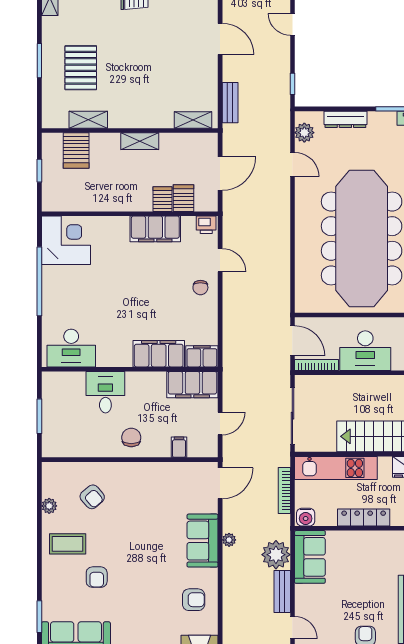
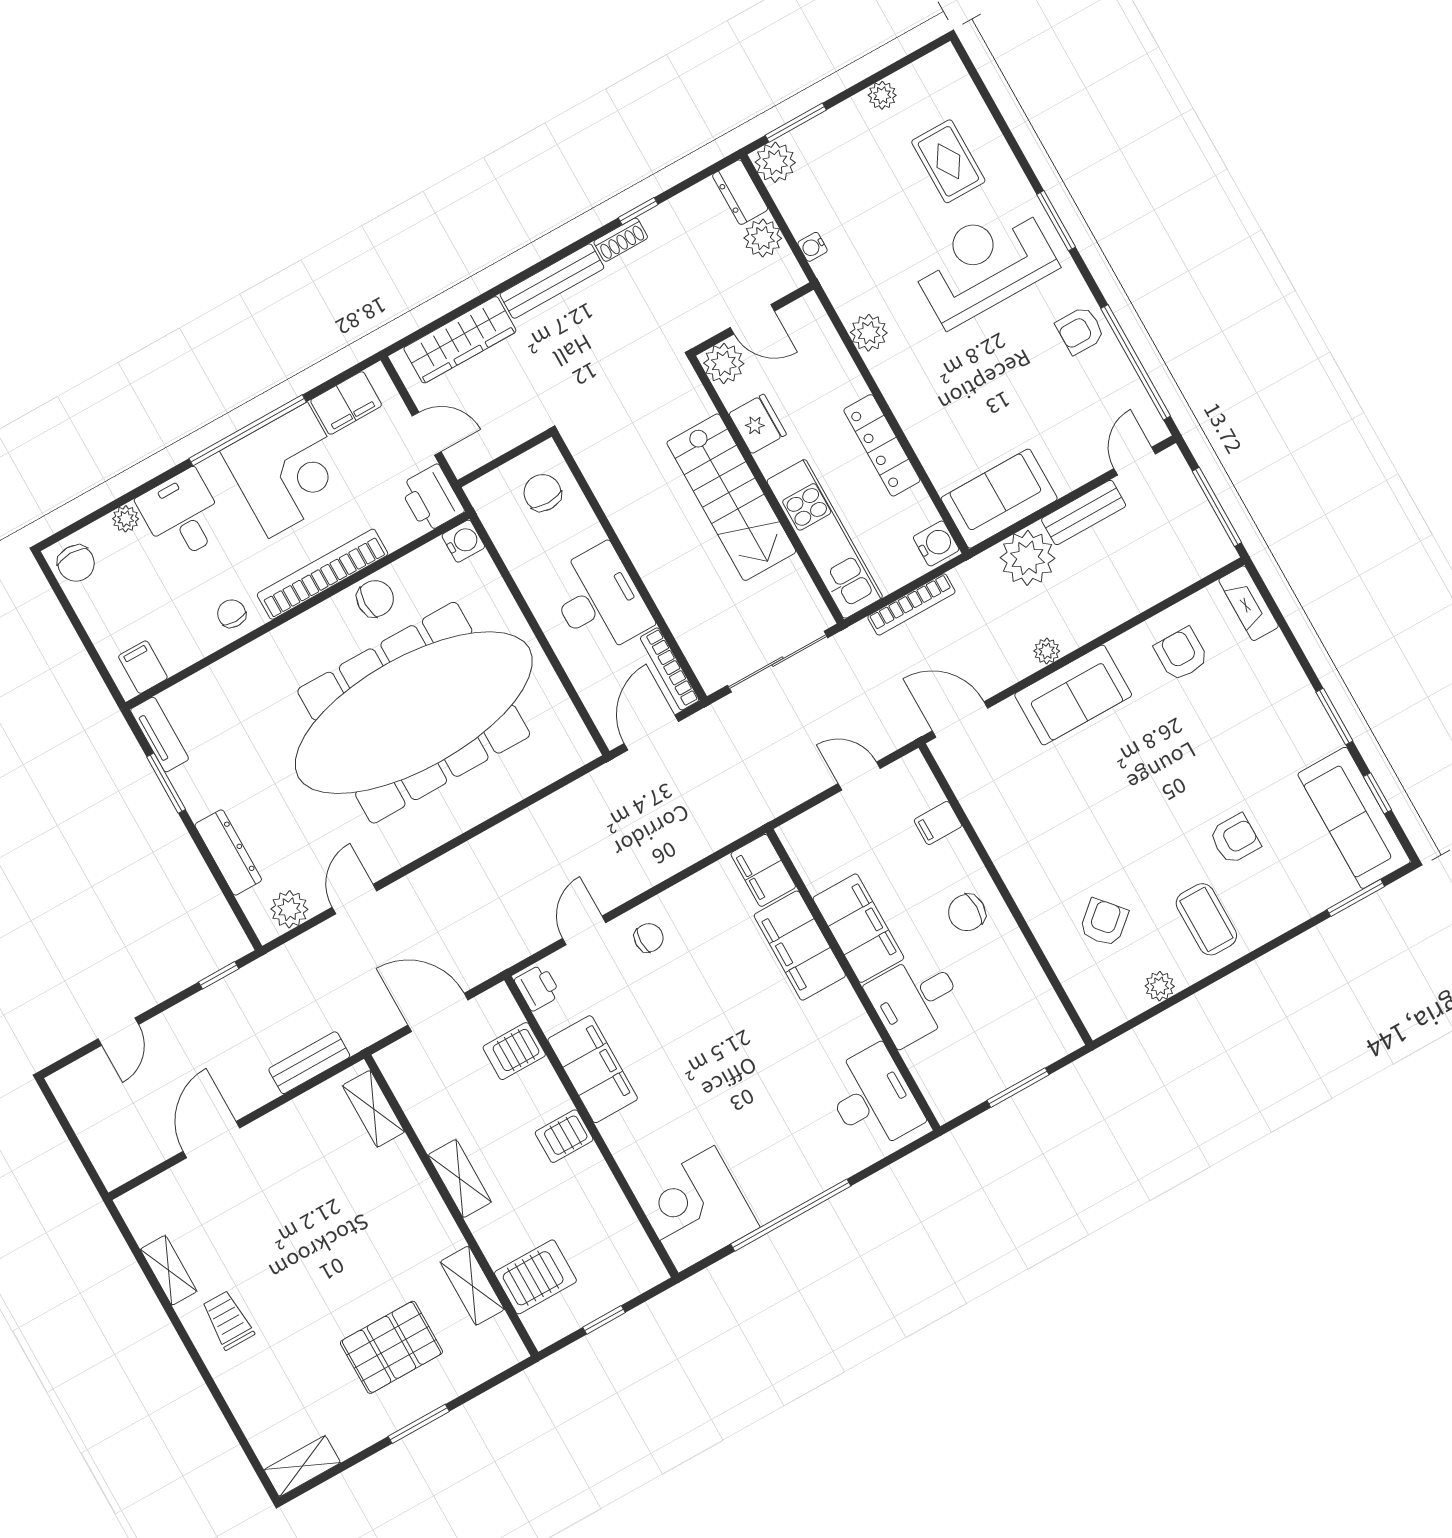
server rack: (162, 199) -> (564, 1136), moved
filing cabinet: (192, 385) -> (858, 928), moved

